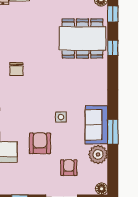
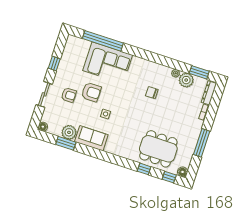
dining table: (82, 38) -> (158, 149), turned 90
window: (113, 132) -> (66, 143), moved
armchair: (69, 168) -> (69, 95), moved

